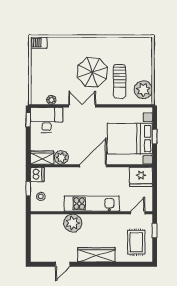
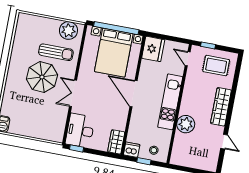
plant: (51, 100) -> (61, 122), removed
window: (155, 137) -> (116, 28), width x3.17
plant: (61, 157) -> (120, 123), removed

